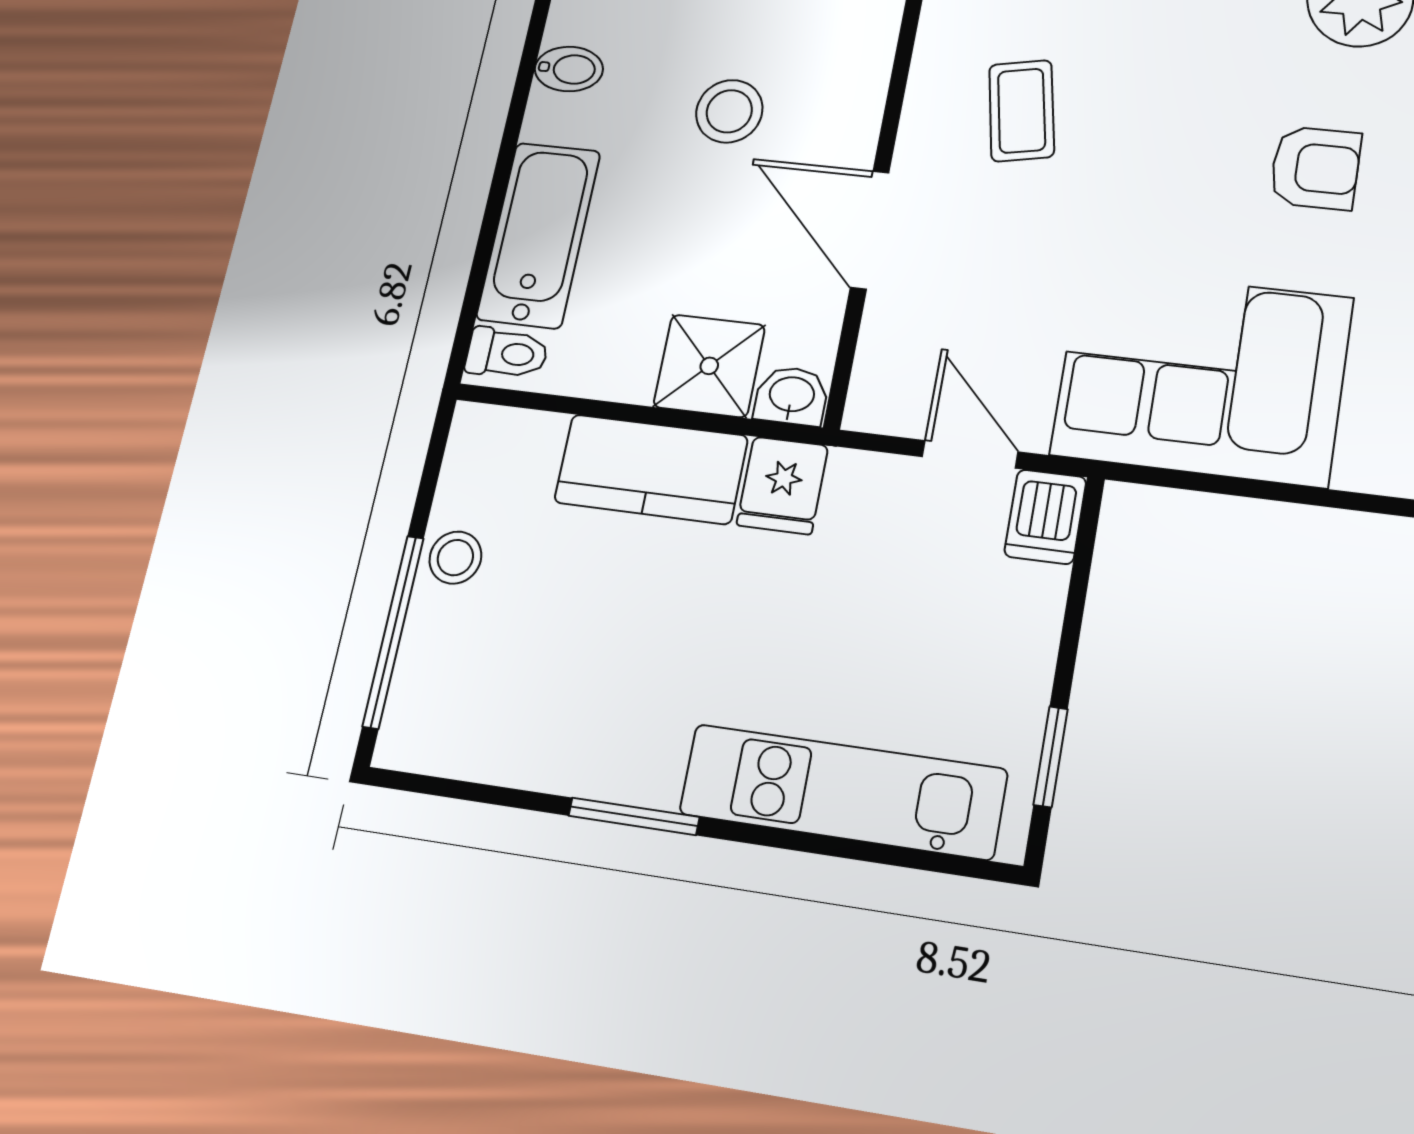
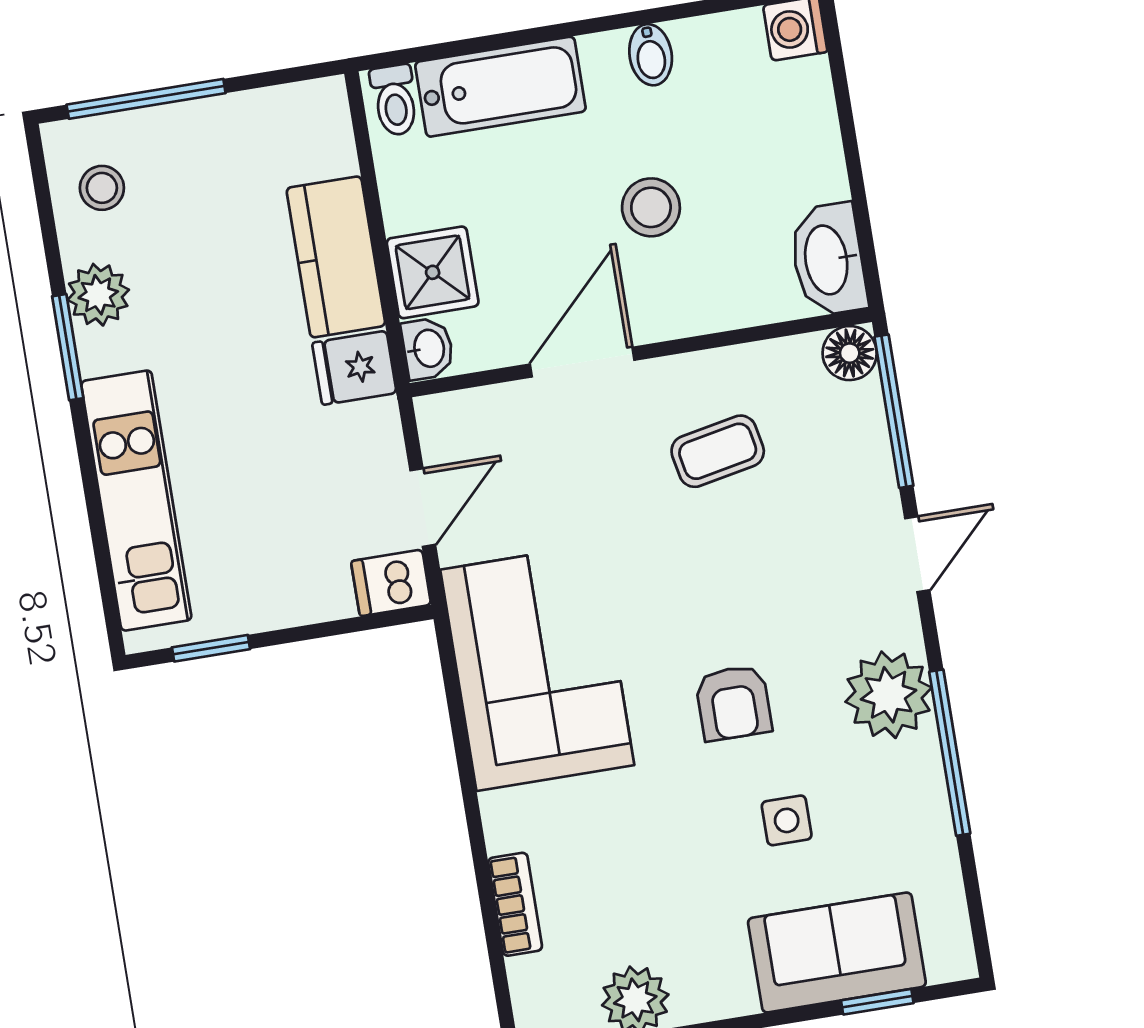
stool: (455, 558) -> (102, 188), moved
plant: (588, 760) -> (98, 295), added

